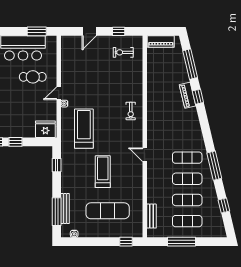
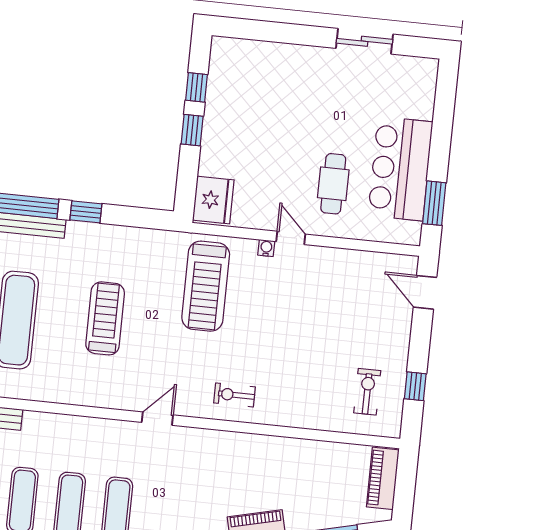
door: (89, 31) -> (425, 292), moved
treadmill: (84, 129) -> (206, 286), turned 90
door: (145, 155) -> (157, 419), moved
window: (57, 165) -> (86, 212), moved
treadmill: (103, 172) -> (105, 318), turned -90

